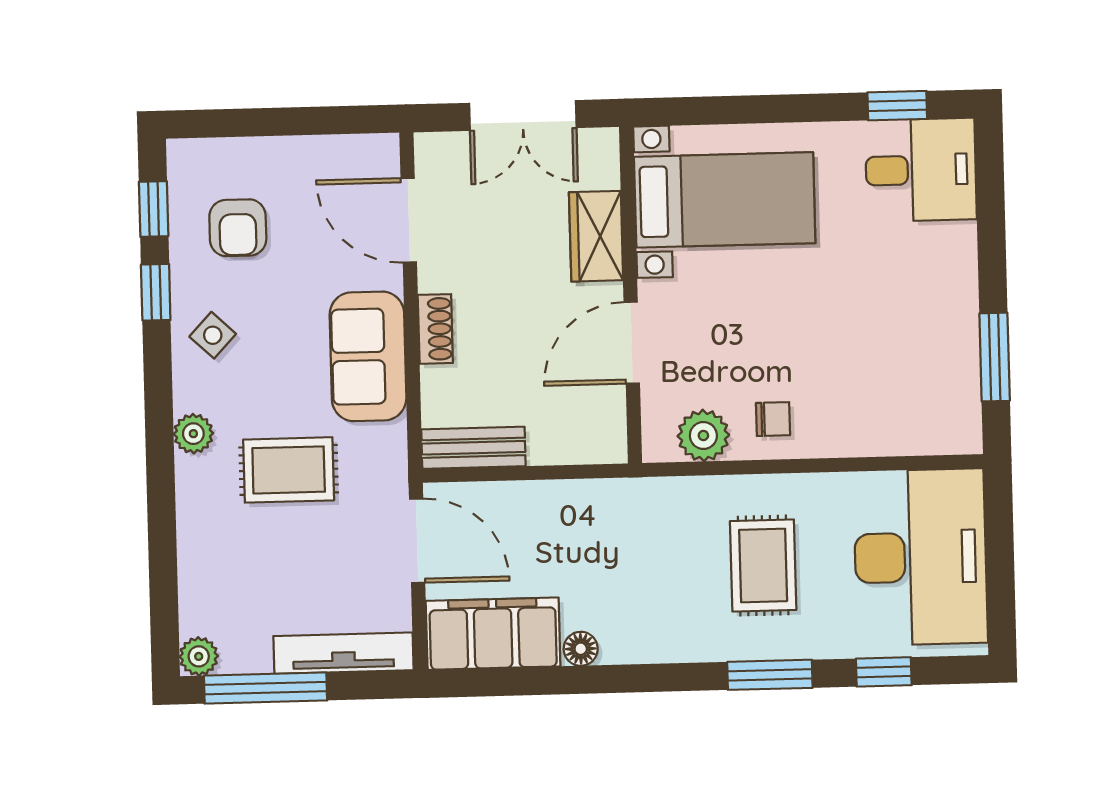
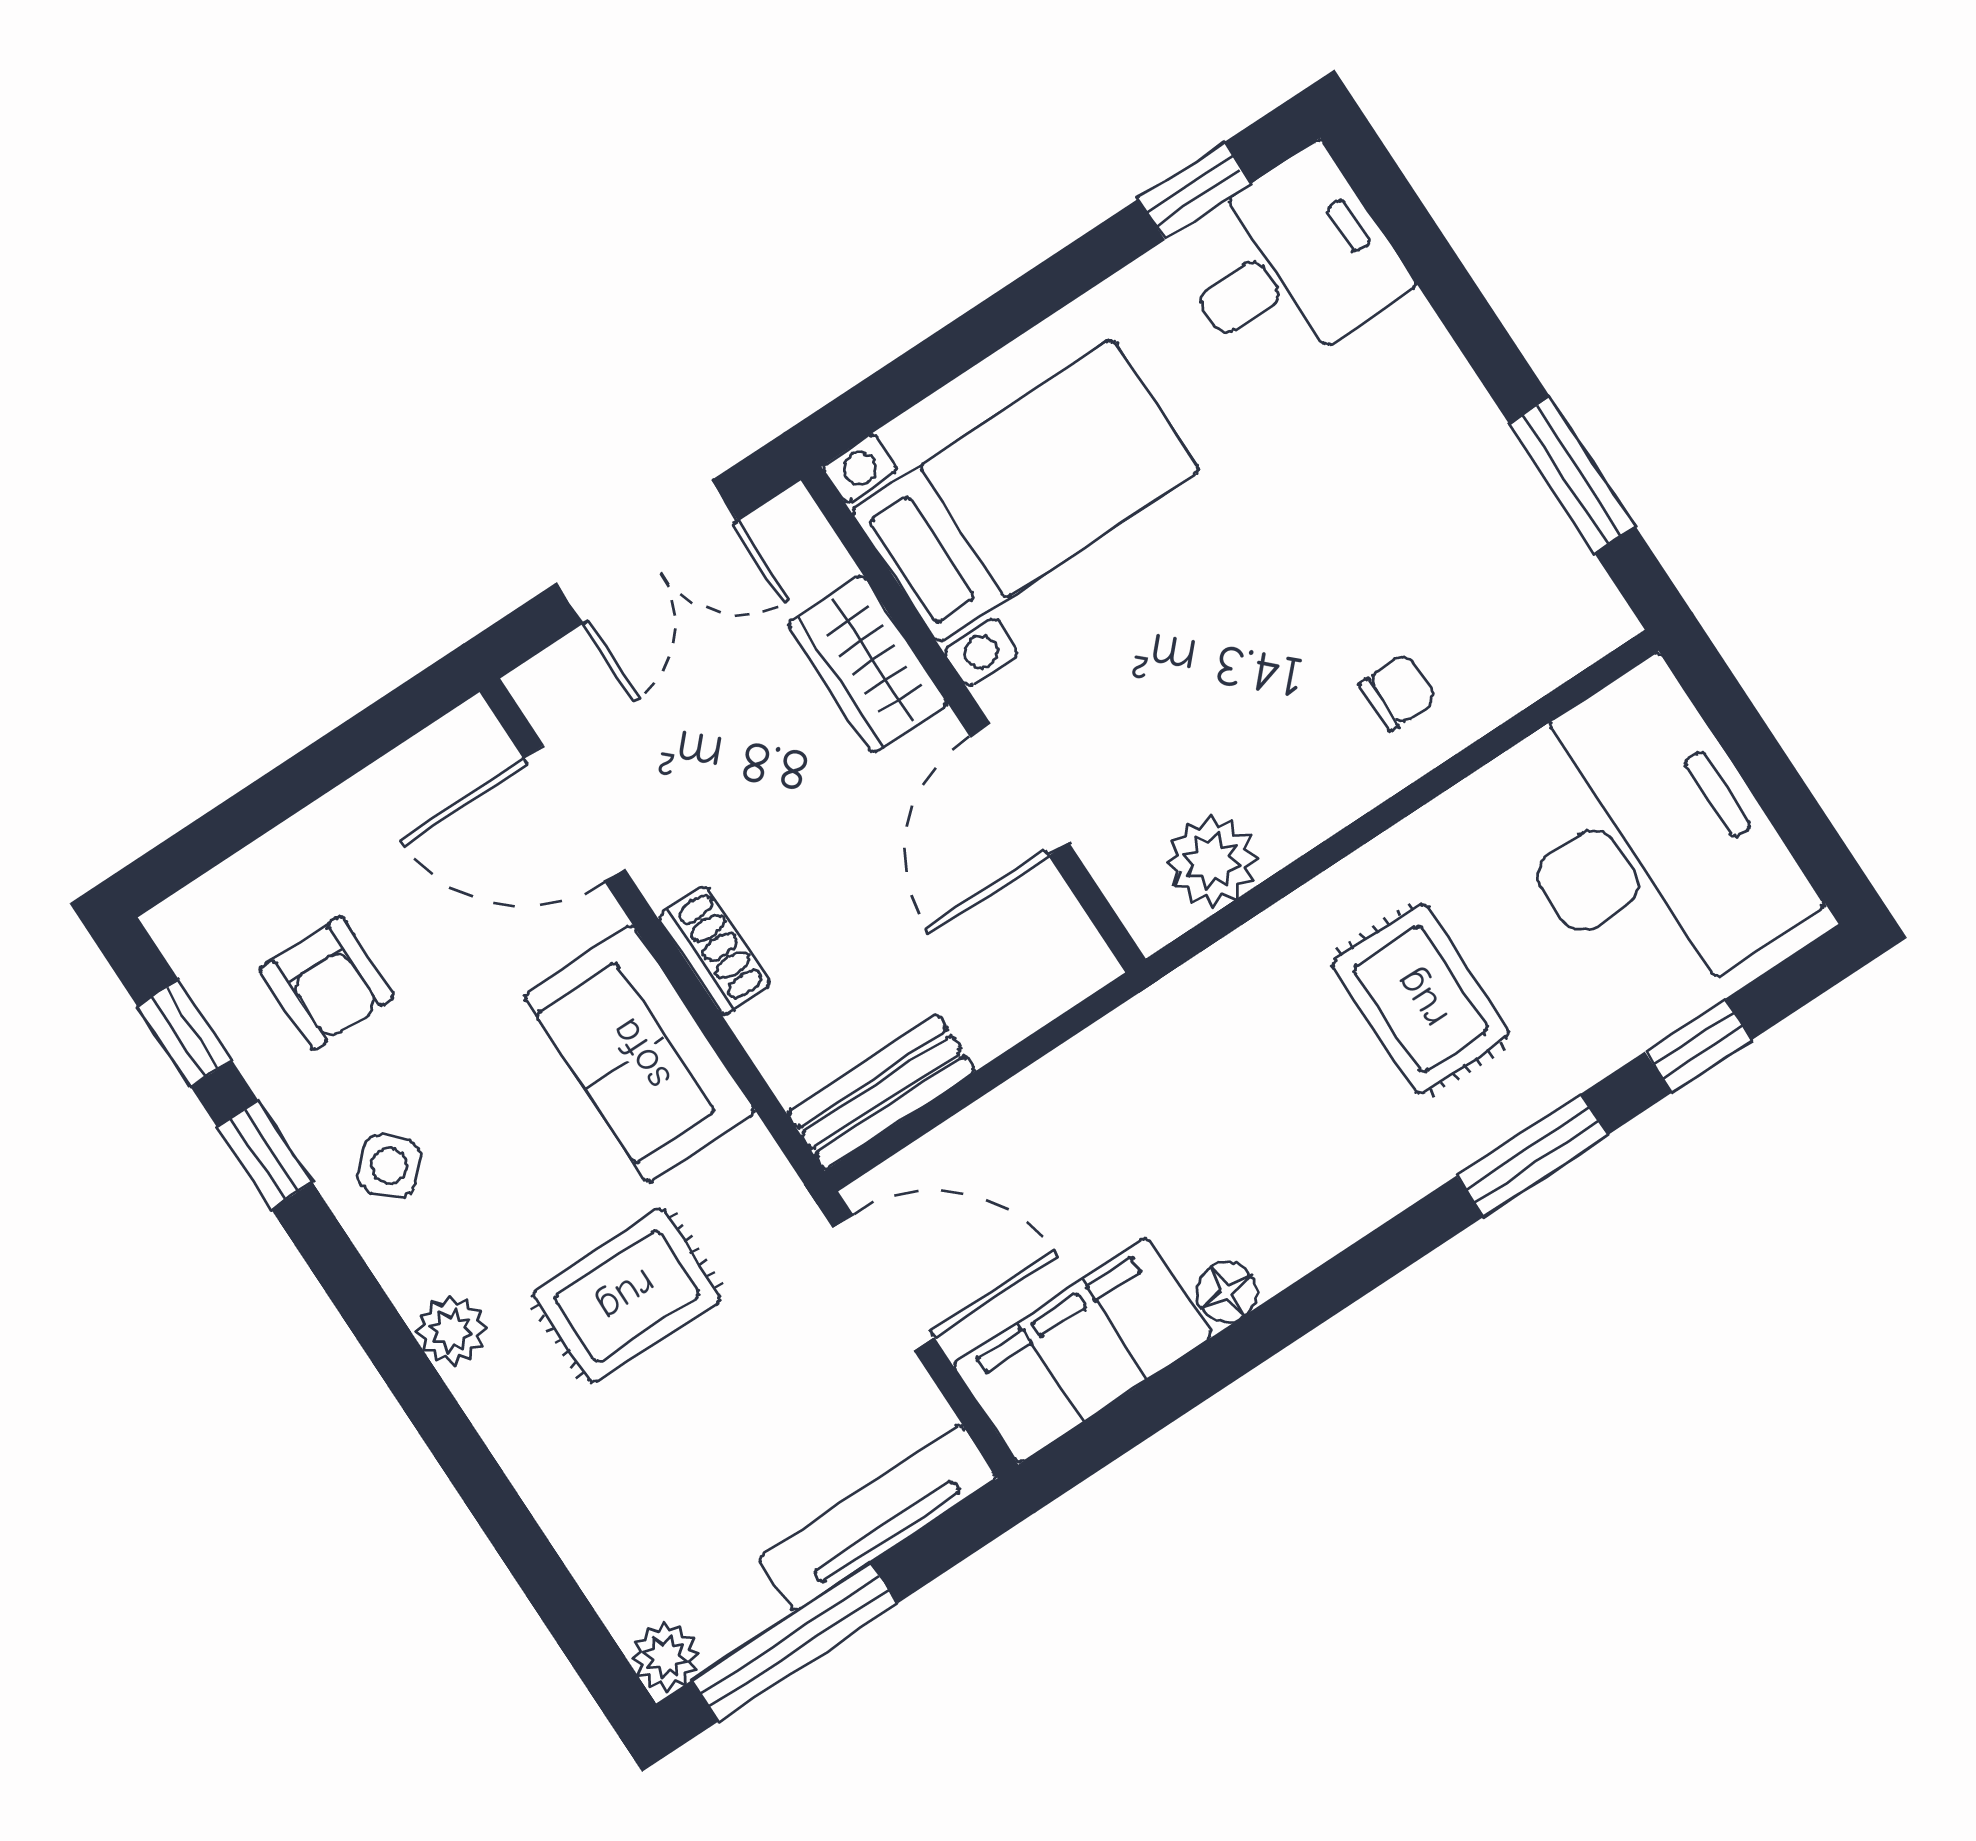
chair: (773, 419) -> (1398, 692), moved

